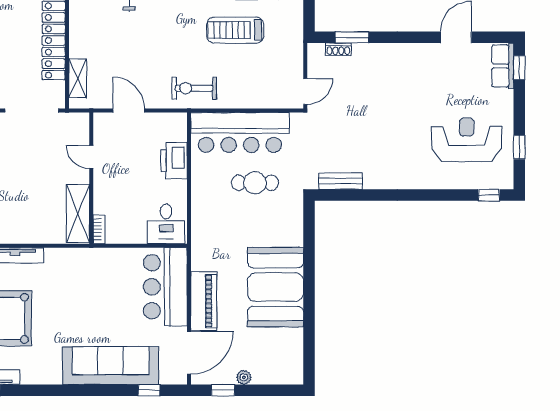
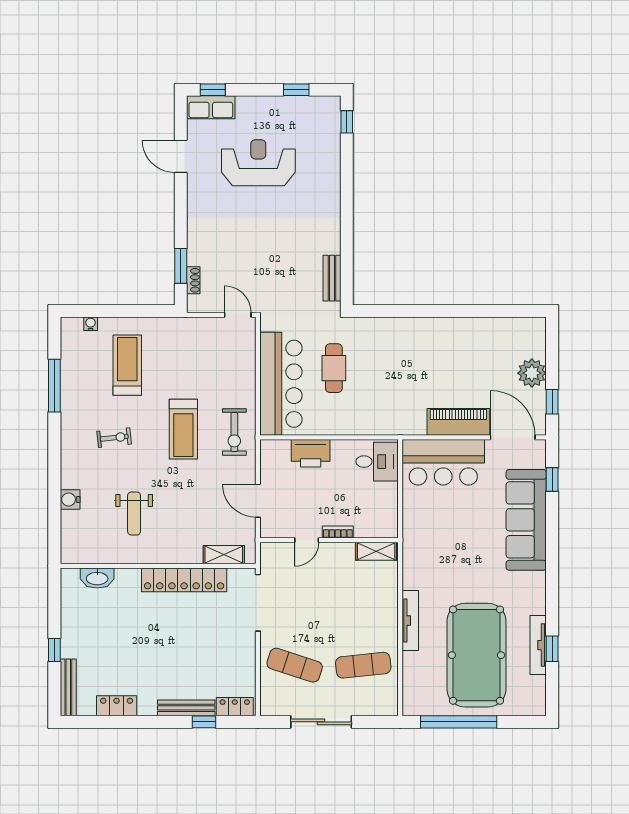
treadmill: (235, 30) -> (183, 429), moved
door: (129, 111) -> (258, 501), hinge flipped
reception desk: (467, 140) -> (258, 163), moved, turned 90
shelving: (78, 213) -> (376, 551), width x0.67, depth x0.75
bookcase: (99, 229) -> (338, 532), moved
booth: (275, 287) -> (444, 346), removed
plant: (244, 377) -> (532, 373), width x1.87, depth x1.87

